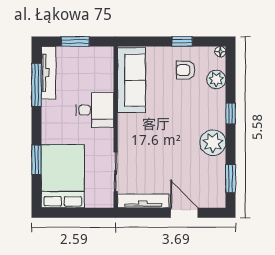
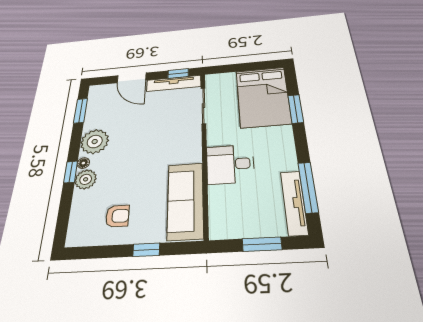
window: (182, 41) -> (146, 250), moved
floor lamp: (220, 52) -> (83, 163), moved
plant: (216, 79) -> (86, 179), moved
window: (139, 213) -> (178, 73), added

